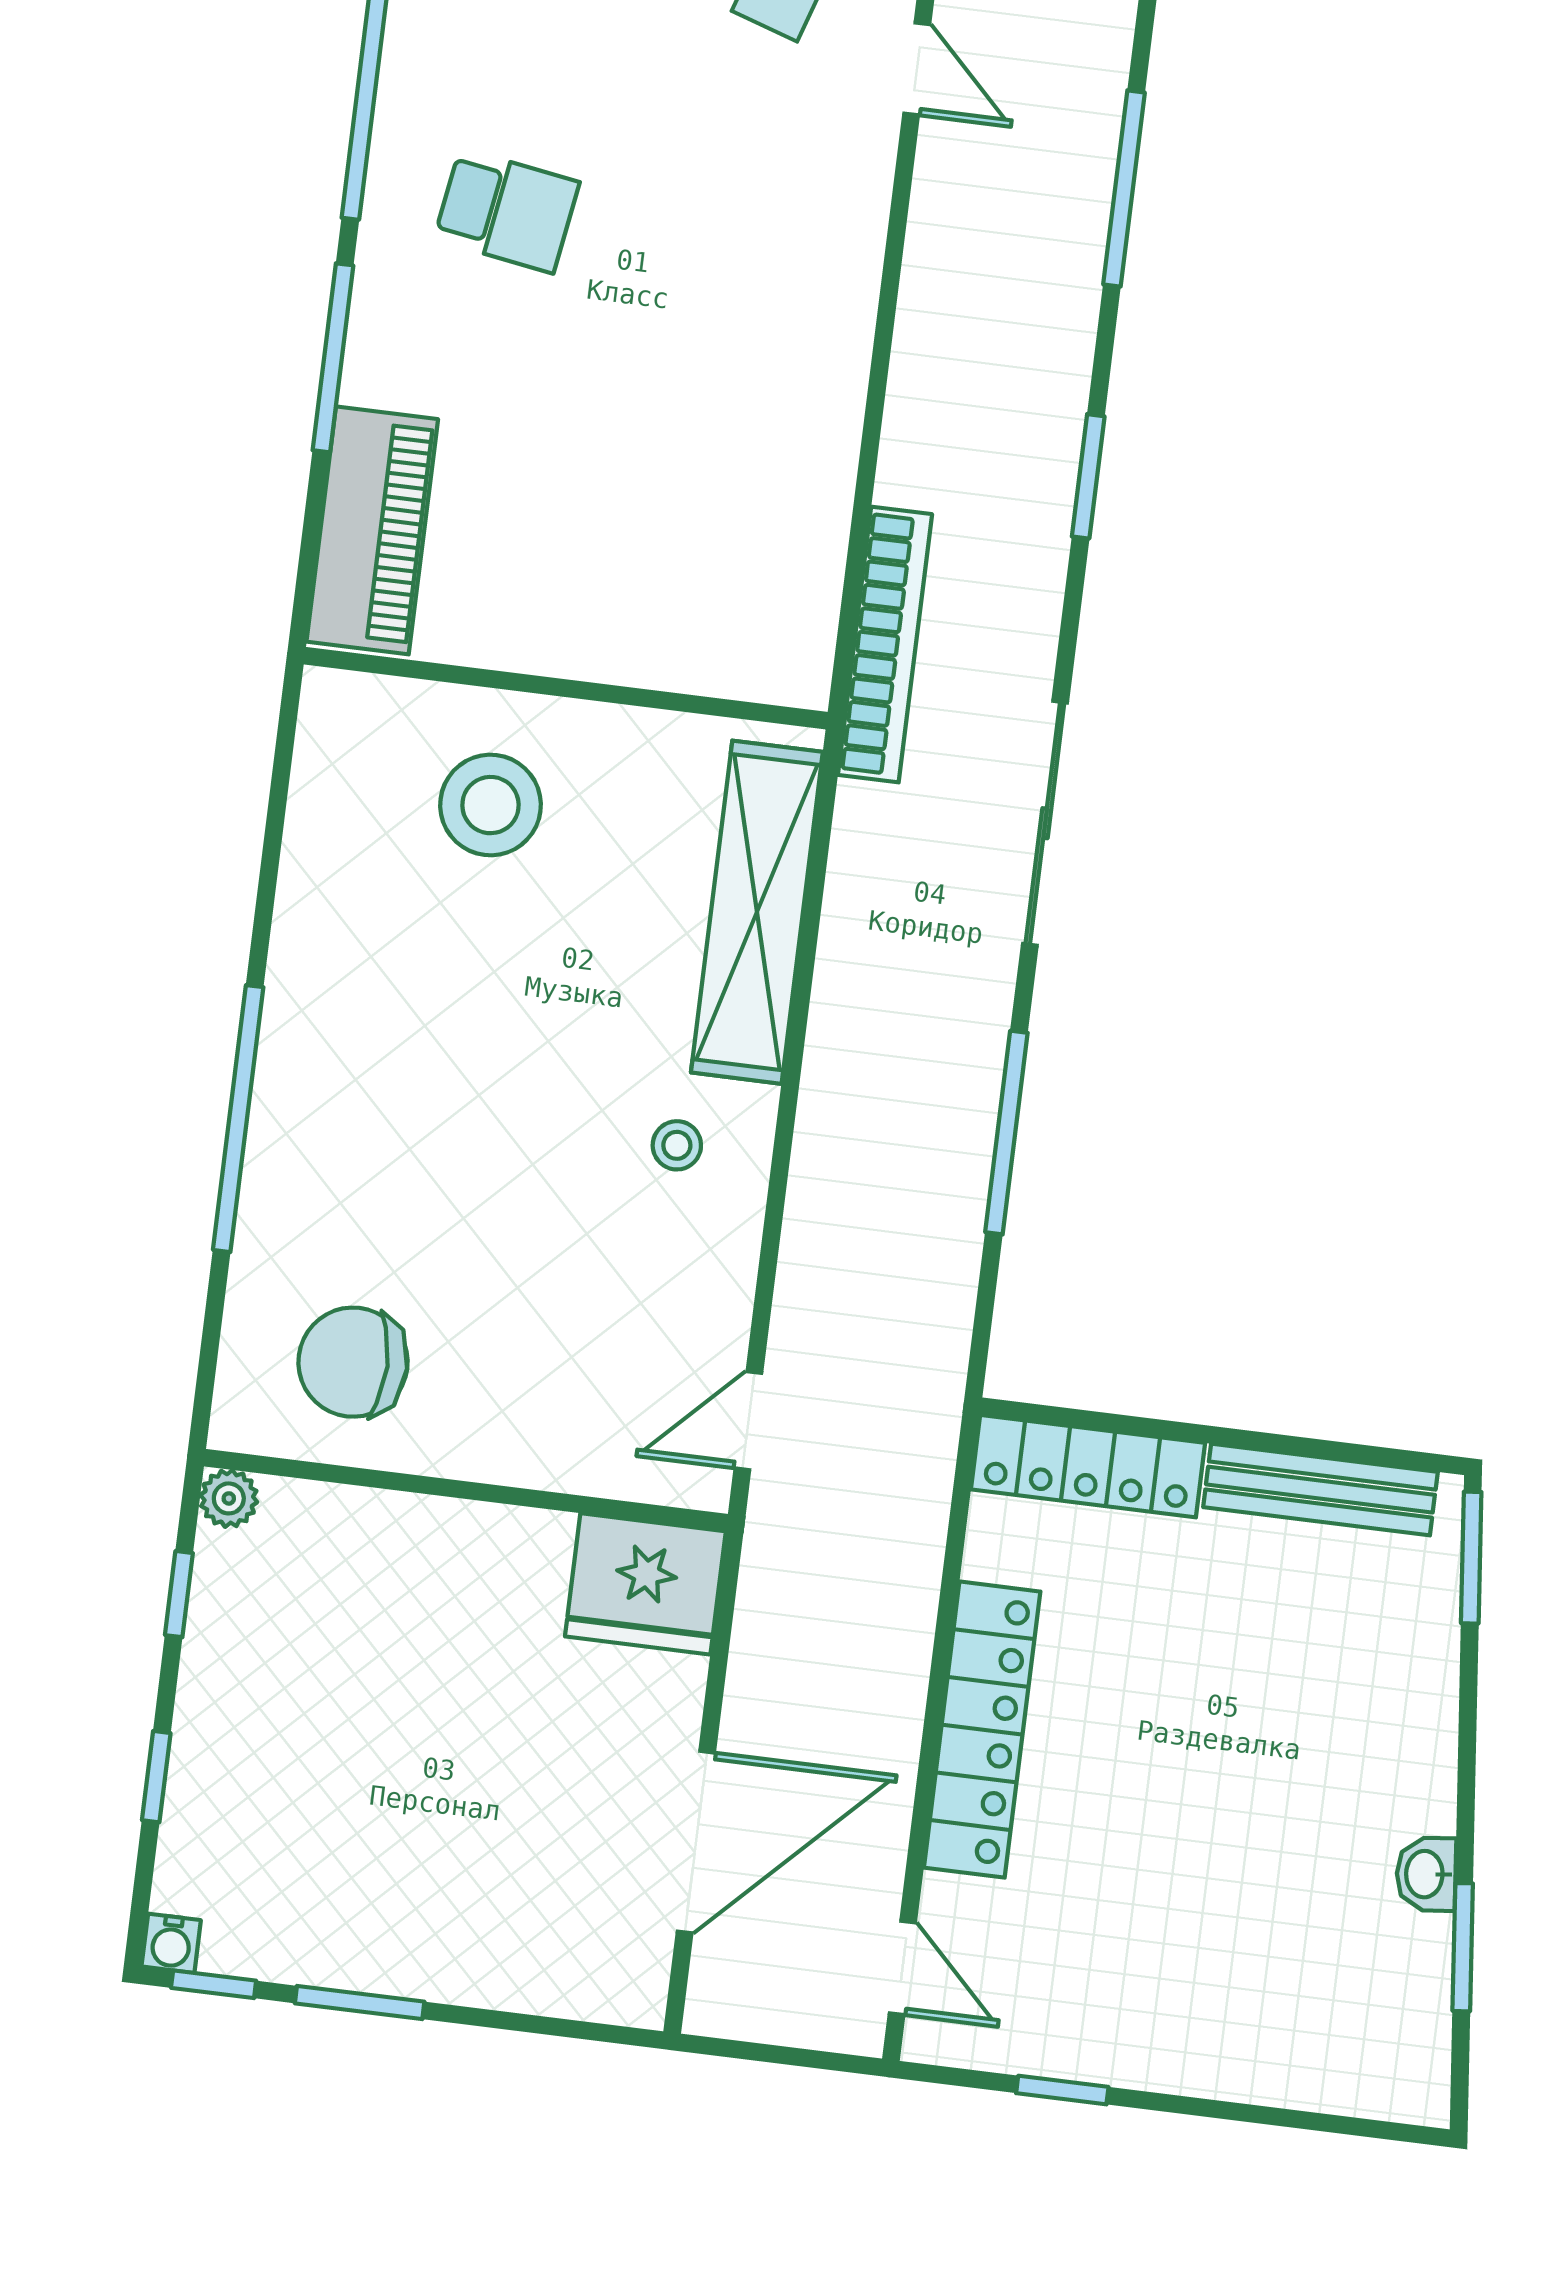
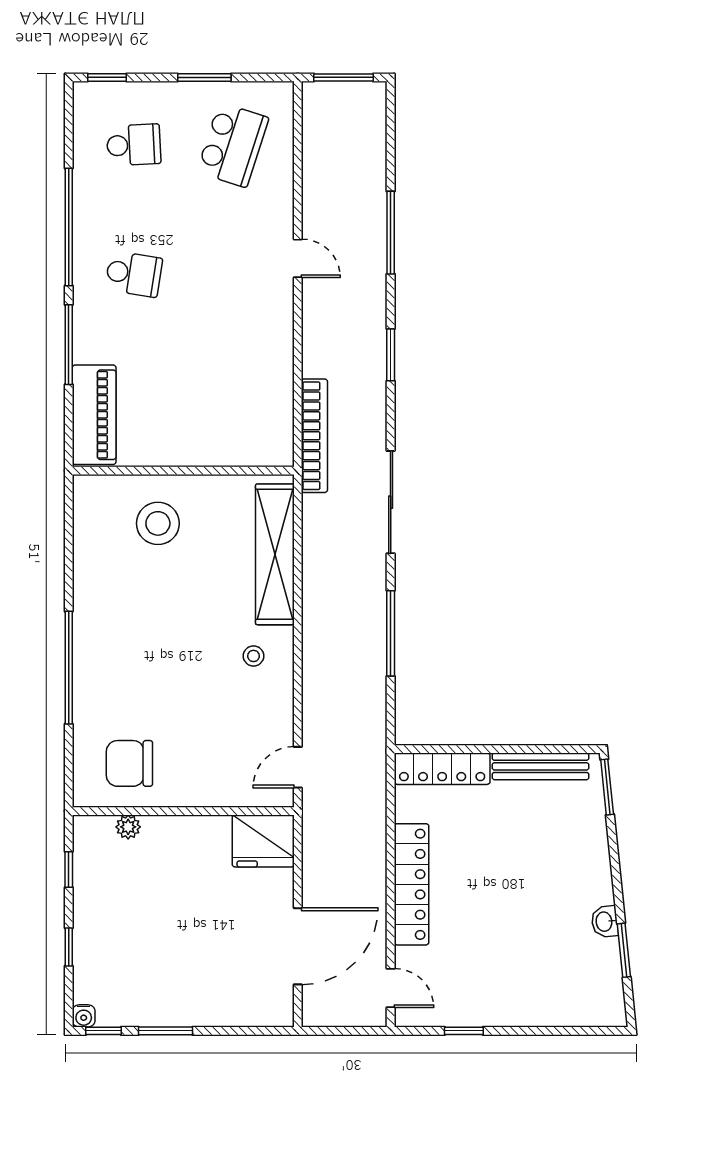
door: (917, 69) -> (298, 258), moved
plant: (229, 1498) -> (128, 827), moved

